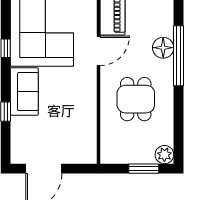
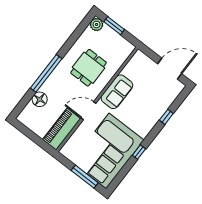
floor lamp: (163, 48) -> (40, 99), moved
sofa: (24, 92) -> (117, 92), moved, turned 180

